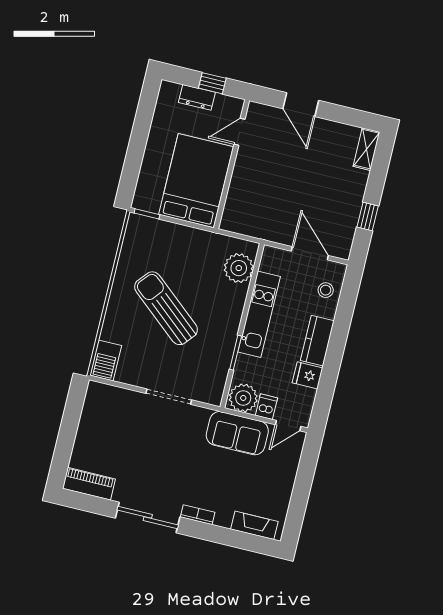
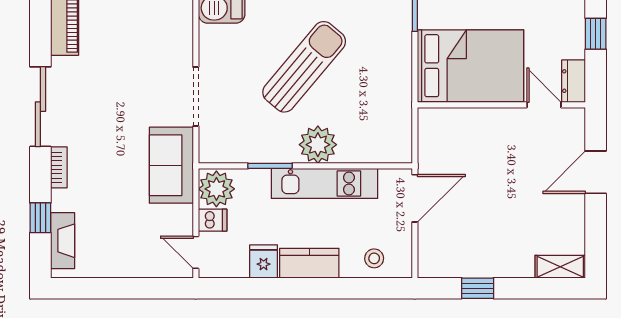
window: (212, 83) -> (596, 34), moved
dresser: (197, 97) -> (574, 81), moved
door: (310, 253) -> (415, 198), moved
plant: (239, 268) -> (318, 145), moved
sofa: (237, 433) -> (171, 165), moved
window: (233, 538) -> (40, 218), added

